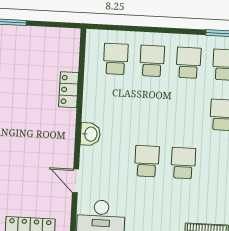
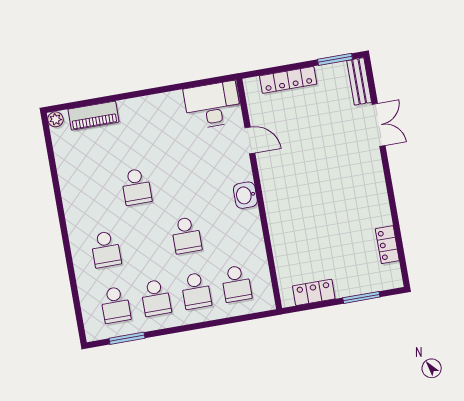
locker: (69, 90) -> (314, 292), moved, turned -90
school desk: (147, 161) -> (186, 235), moved

